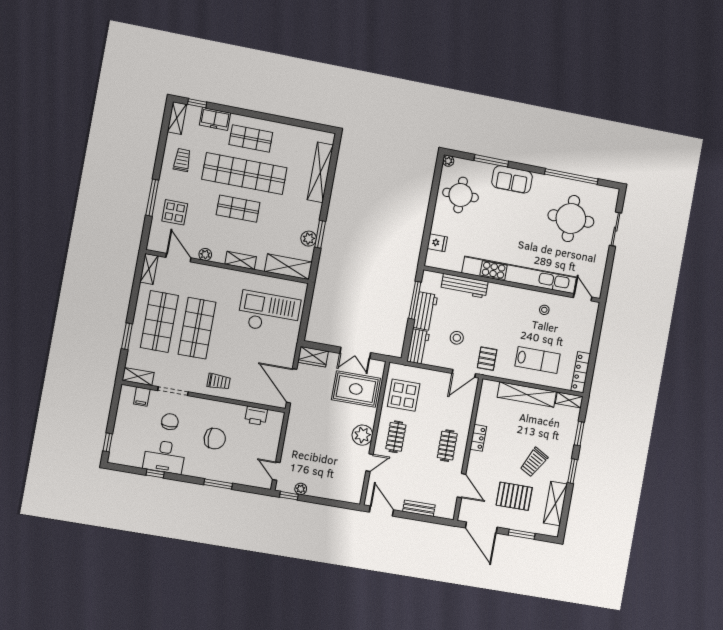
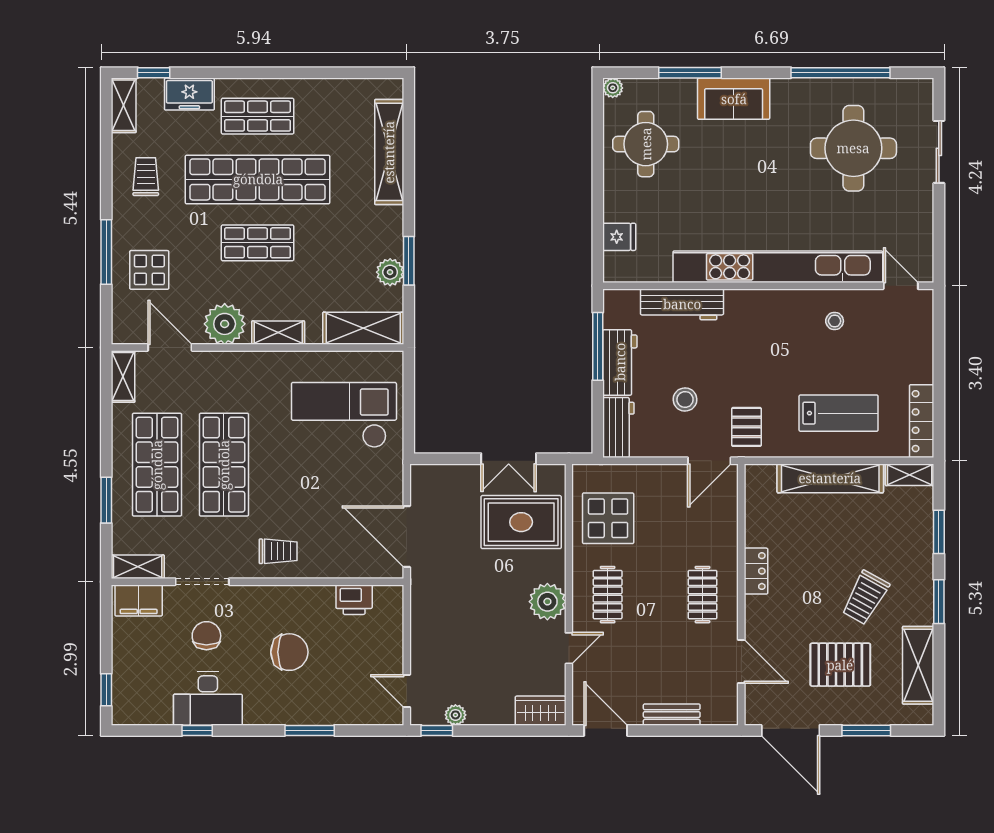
plant: (205, 254) -> (225, 324), width x1.88, depth x1.88
wardrobe: (313, 357) -> (541, 711), moved, turned 180
filing cabinet: (142, 397) -> (139, 600), width x2.00

